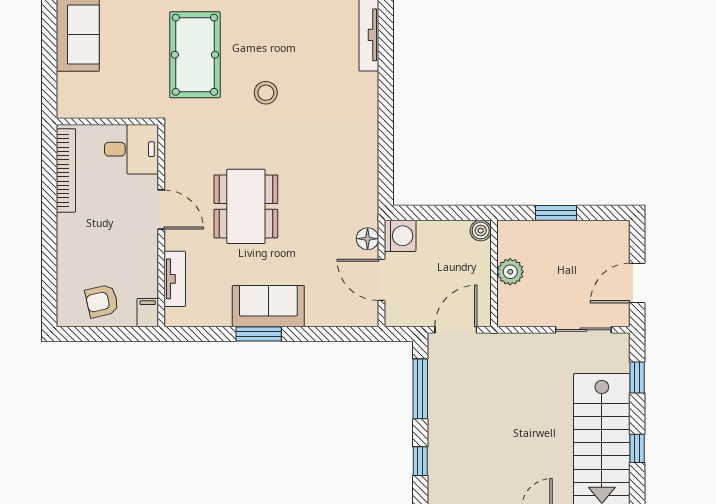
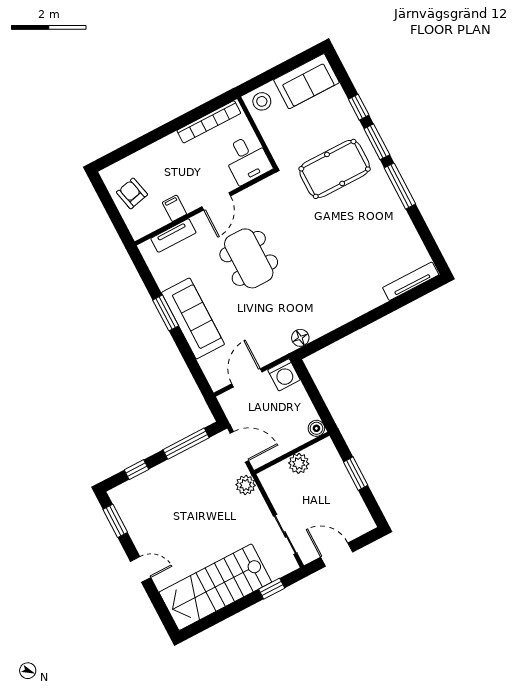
stool: (266, 93) -> (262, 101), moved
dining table: (246, 206) -> (249, 258), turned 90
floor lamp: (368, 239) -> (300, 338), moved
sofa: (268, 306) -> (193, 318), width x1.36
filing cabinet: (148, 313) -> (174, 208), moved, turned -90
plant: (503, 345) -> (246, 485), added
window: (637, 448) -> (223, 614), removed

